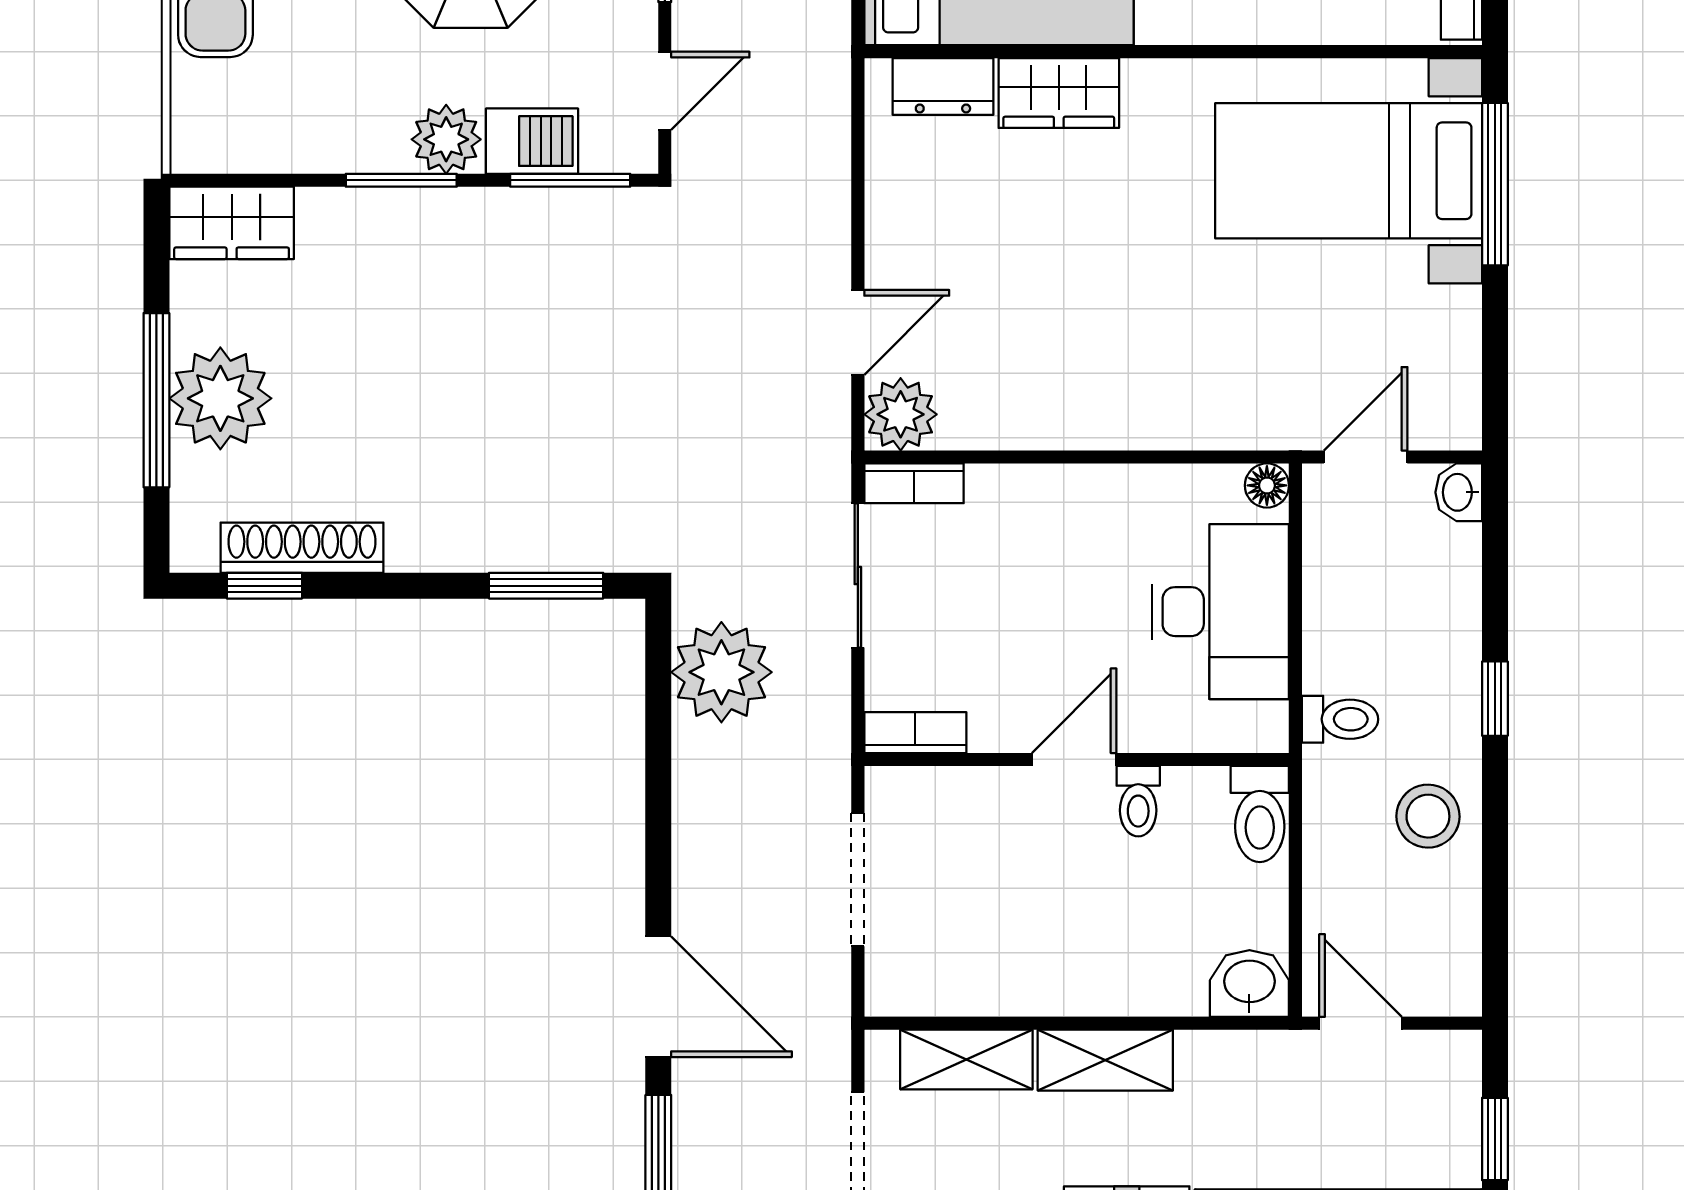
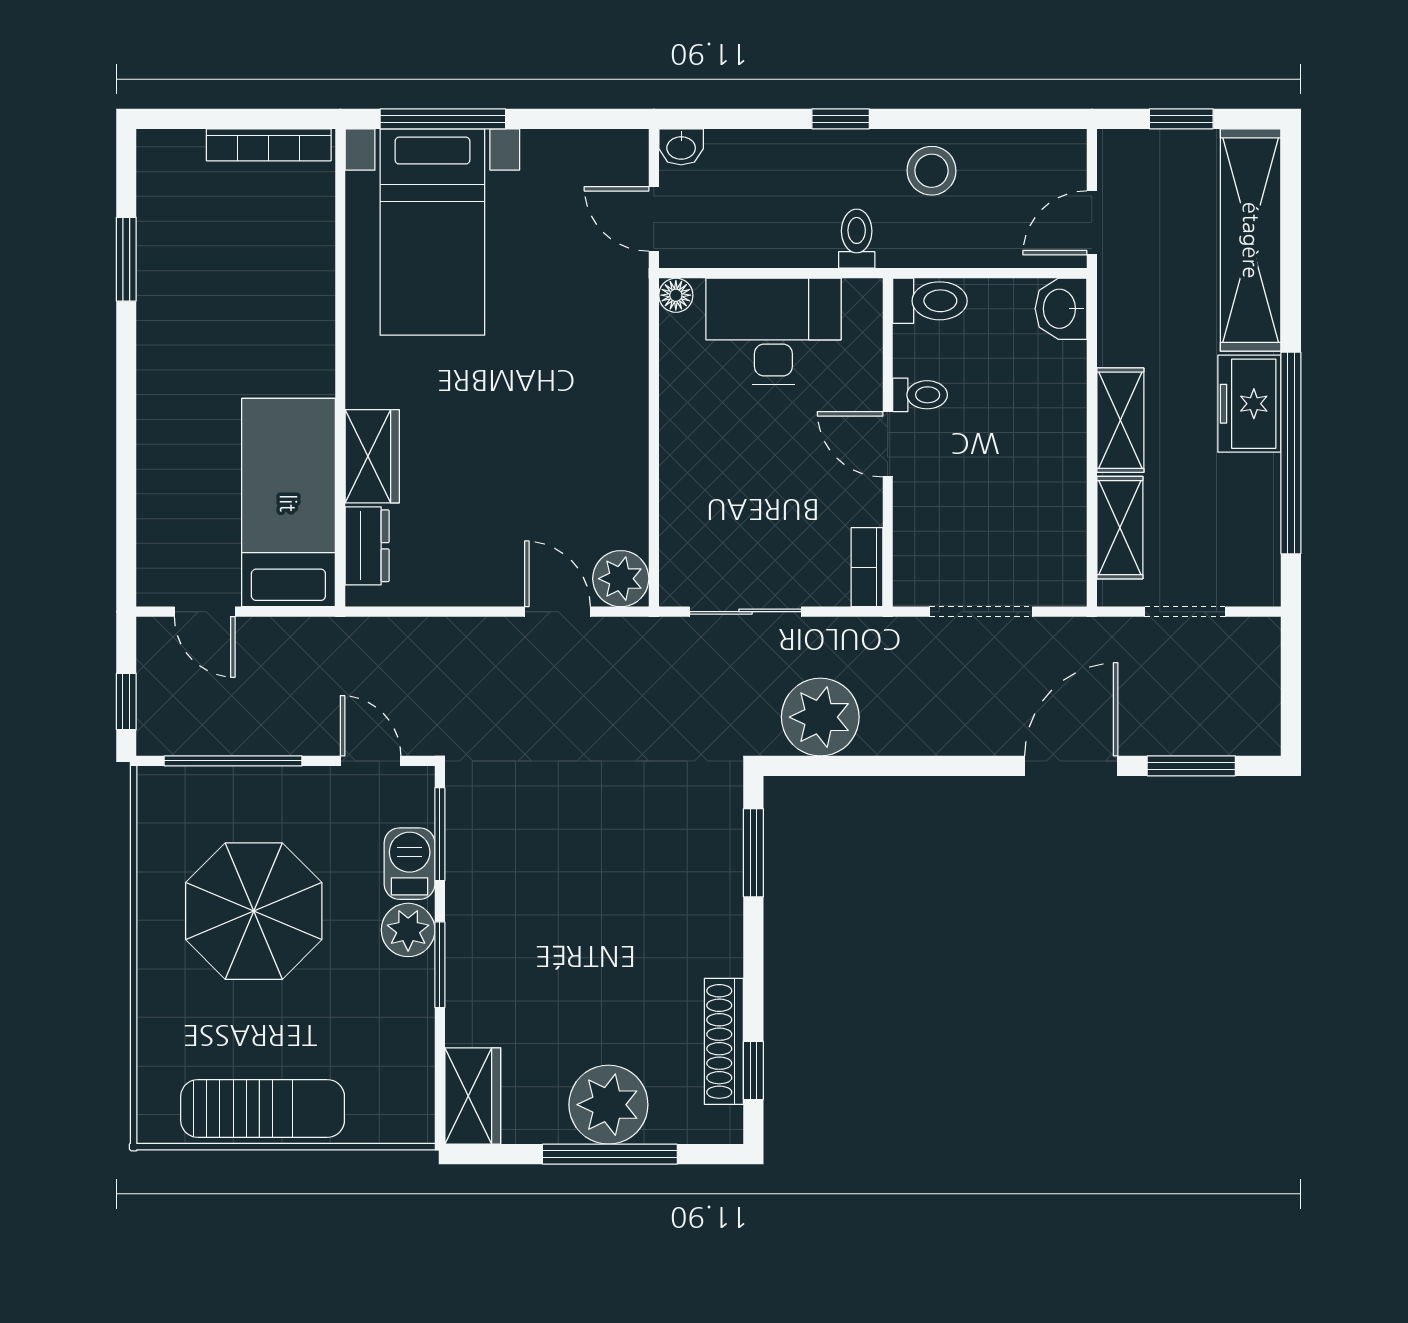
bookcase: (914, 483) -> (674, 568), removed

